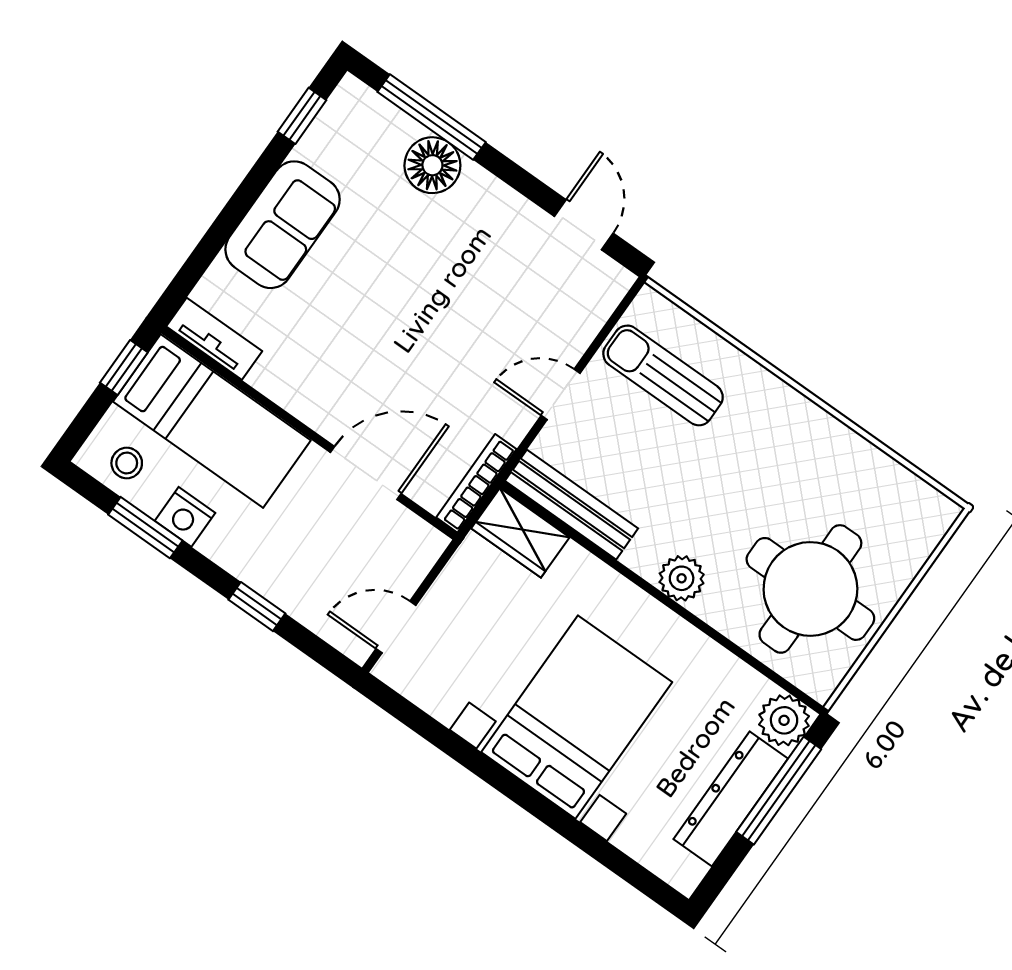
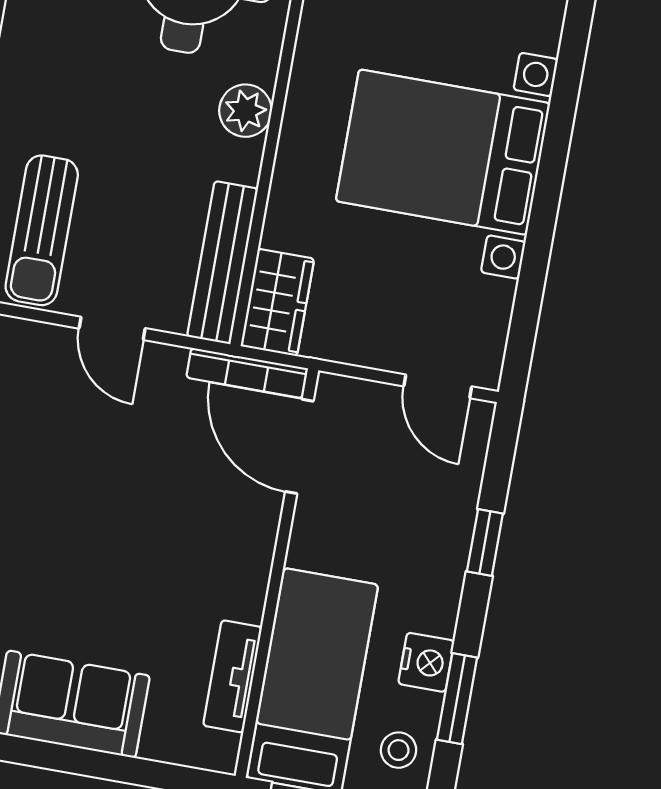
tv unit: (214, 339) -> (232, 676), moved
door: (366, 473) -> (299, 446), moved

